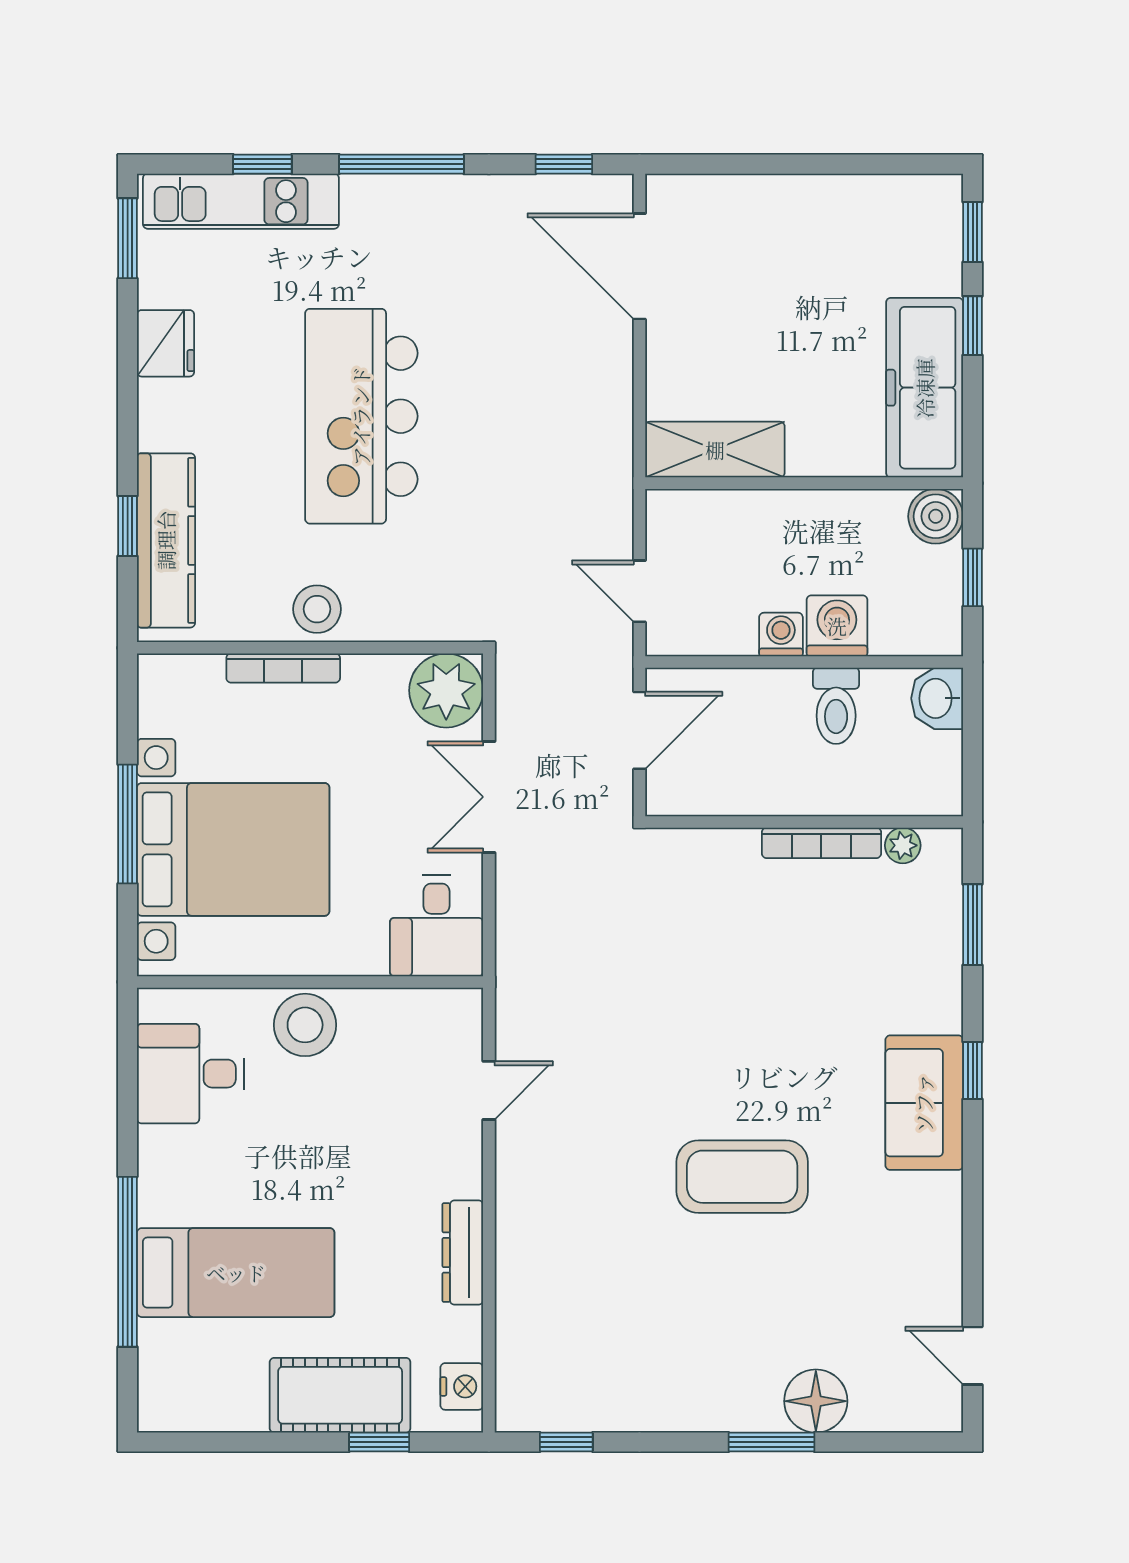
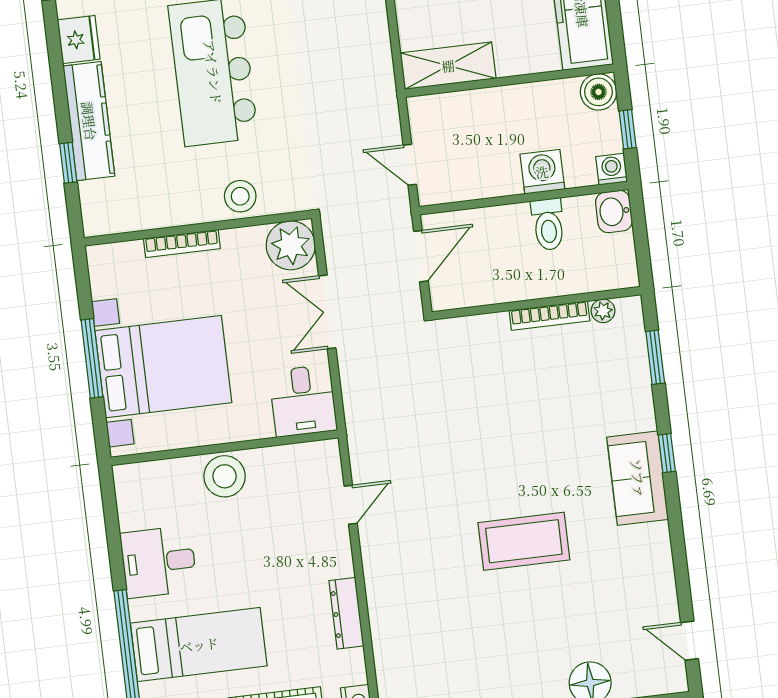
kitchen counter: (166, 540) -> (89, 121), moved
stool: (317, 609) -> (240, 196), moved
washing machine: (781, 635) -> (612, 169), moved
desk: (191, 1074) -> (159, 562), moved

